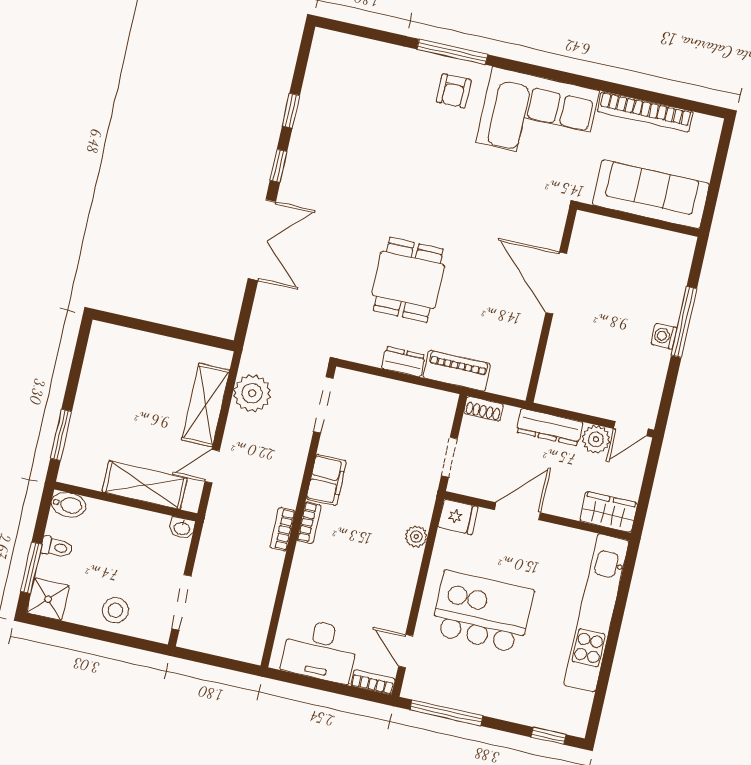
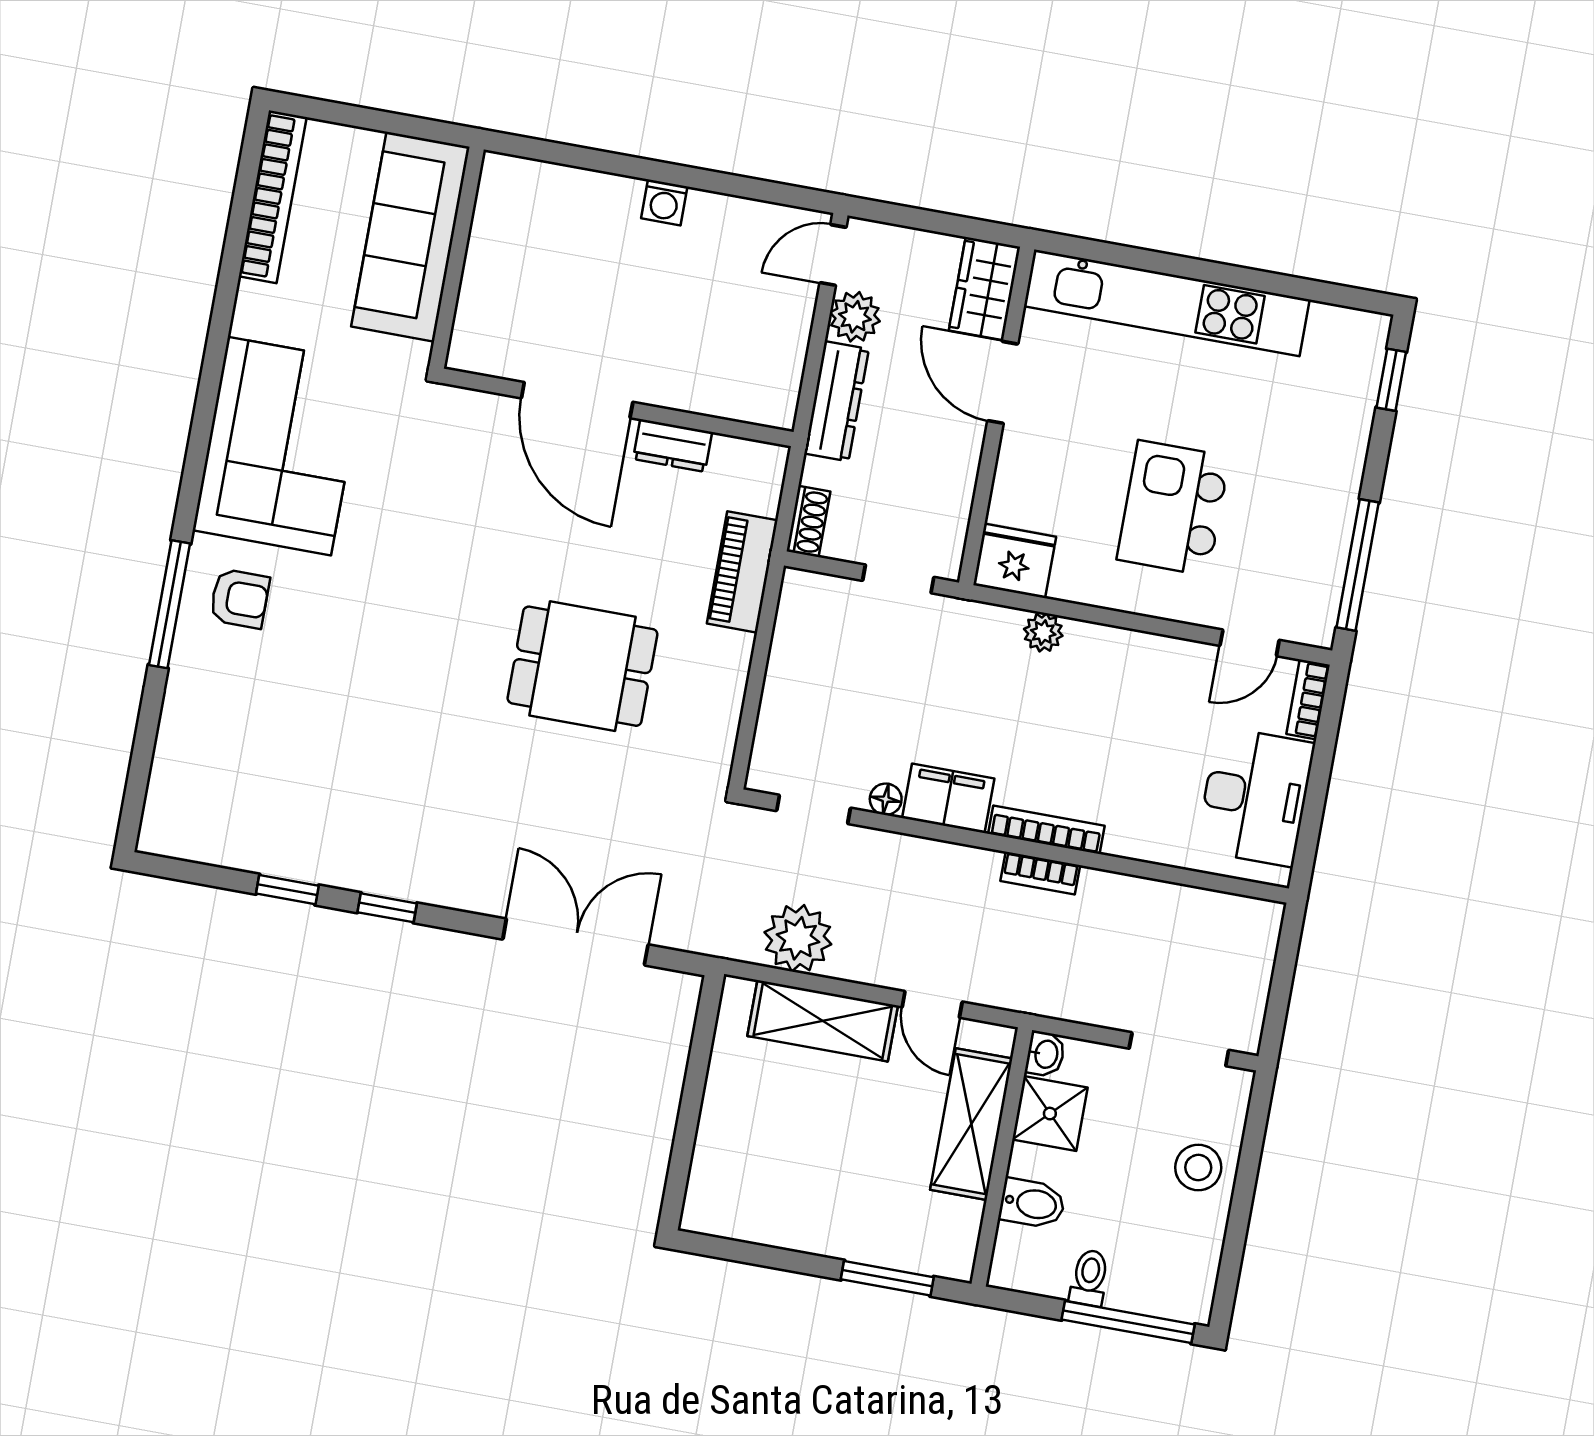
bookcase: (645, 112) -> (273, 197), moved
double door: (262, 240) -> (575, 942), moved
door: (556, 283) -> (577, 400), hinge flipped
window: (684, 322) -> (637, 168), removed
dresser: (403, 362) -> (673, 445), moved, turned -90
doorway: (323, 405) -> (814, 809), width x0.73
door: (631, 429) -> (833, 255), swing flipped
floor lamp: (327, 445) -> (886, 799), added
bidet: (69, 505) -> (1032, 1203), moved, turned 90
door: (517, 511) -> (1003, 382), moved
fridge: (458, 517) -> (1015, 561), width x1.38
bookcase: (309, 523) -> (1046, 830), width x1.56
window: (31, 568) -> (1128, 1322), width x1.44
shower: (48, 599) -> (1050, 1114), moved
kitchen island: (482, 612) -> (1173, 508), width x0.73, depth x0.78

